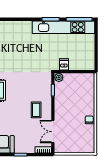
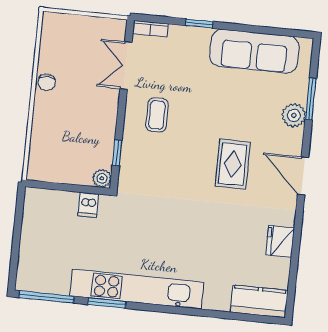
kitchen unit: (63, 27) -> (137, 289), moved
double door: (53, 132) -> (126, 65), swing flipped

